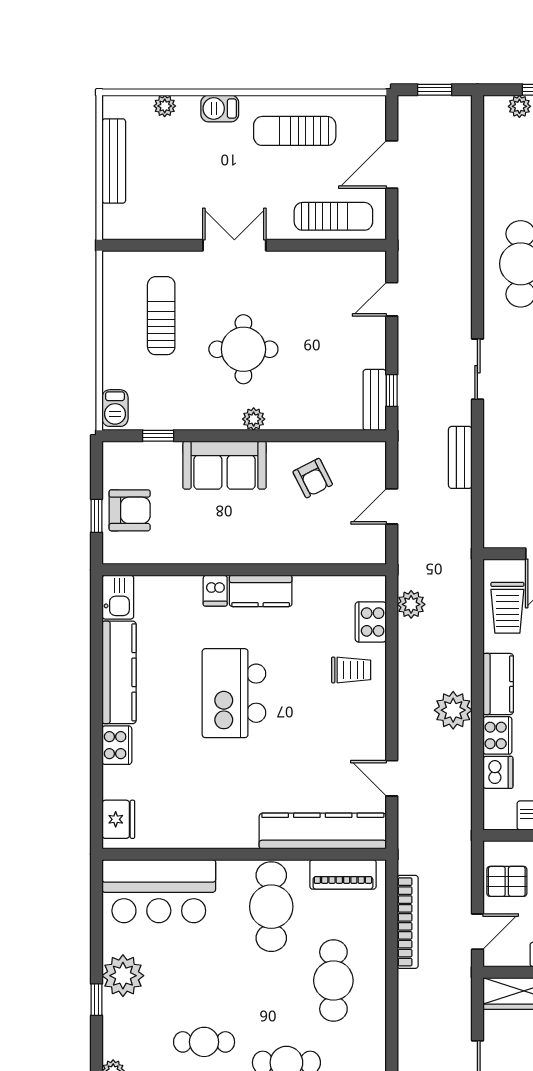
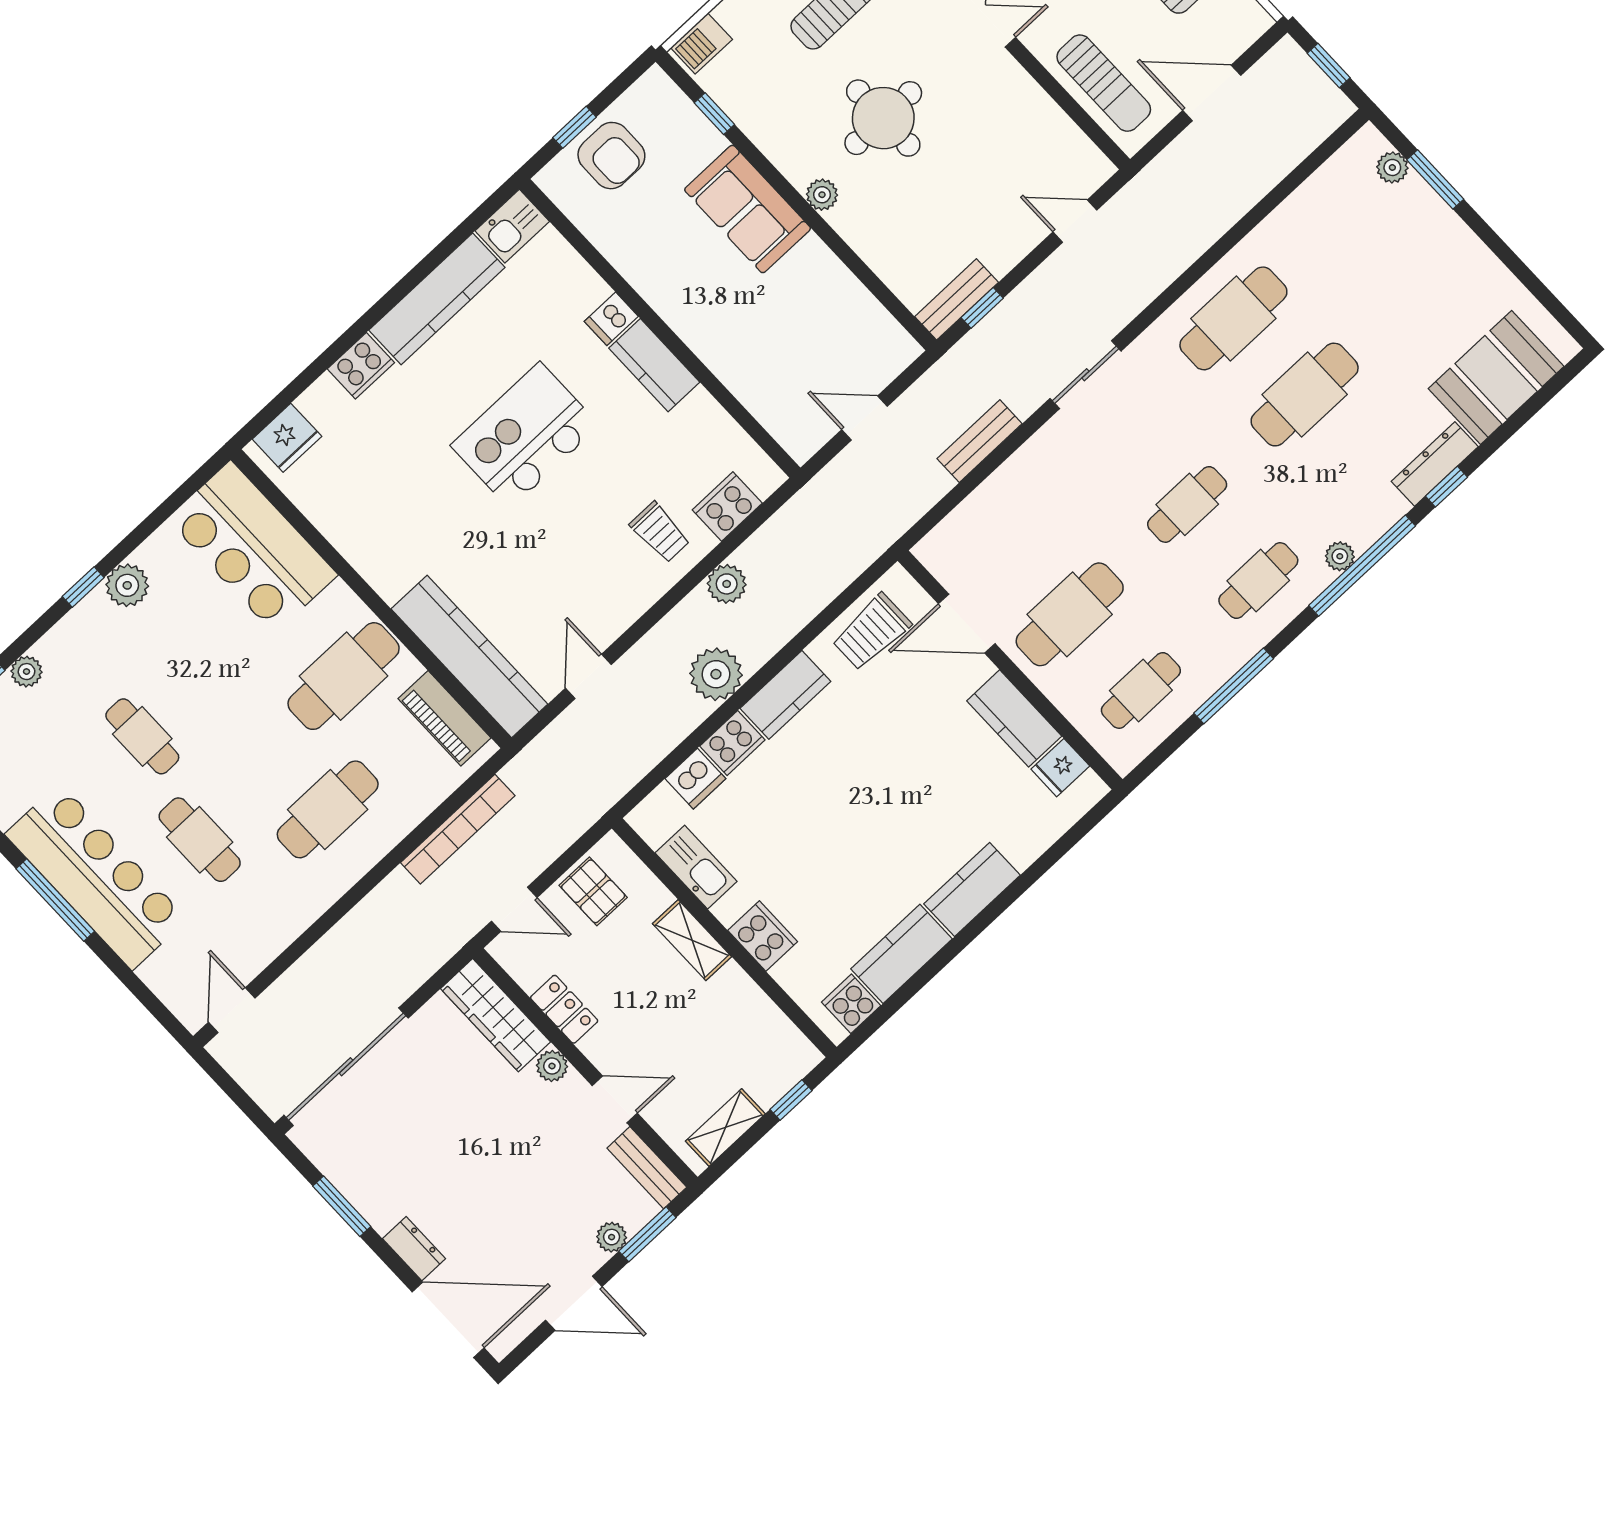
armchair: (313, 478) -> (818, 311), removed
plant: (411, 604) -> (727, 584), moved
plant: (123, 976) -> (127, 585), width x0.73, depth x0.73

